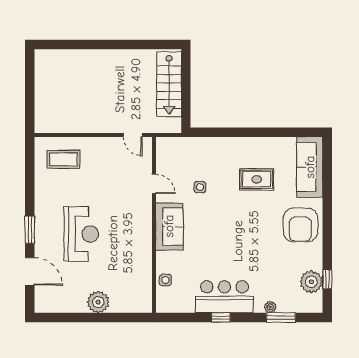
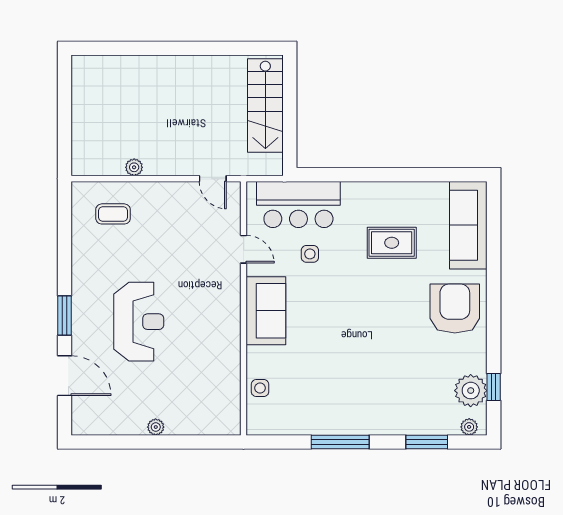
plant: (78, 127) -> (134, 167), added
coffee table: (63, 159) -> (113, 214), width x0.73, depth x0.77
armchair: (300, 225) -> (455, 309), turned 180
bar counter: (224, 297) -> (298, 204), moved, turned 180
plant: (98, 302) -> (156, 427), width x0.53, depth x0.53
plant: (270, 307) -> (469, 427), moved
window: (221, 317) -> (340, 442), width x2.17

